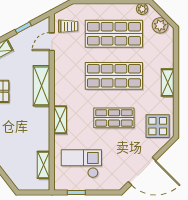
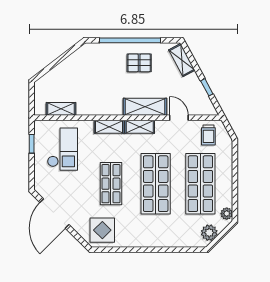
door: (52, 42) -> (179, 118), moved
shelving: (168, 83) -> (140, 127), moved

